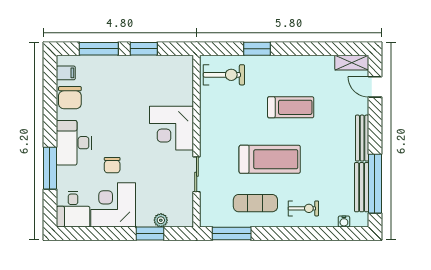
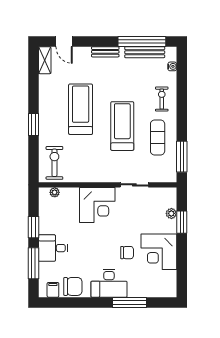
window: (257, 49) -> (33, 124), moved
plant: (187, 75) -> (55, 192), added
door: (375, 87) -> (64, 42), hinge flipped
treadmill: (291, 107) -> (81, 109), width x1.37, depth x1.38
bench: (362, 138) -> (105, 52), width x0.73
desk: (73, 209) -> (53, 248), moved, turned 180

